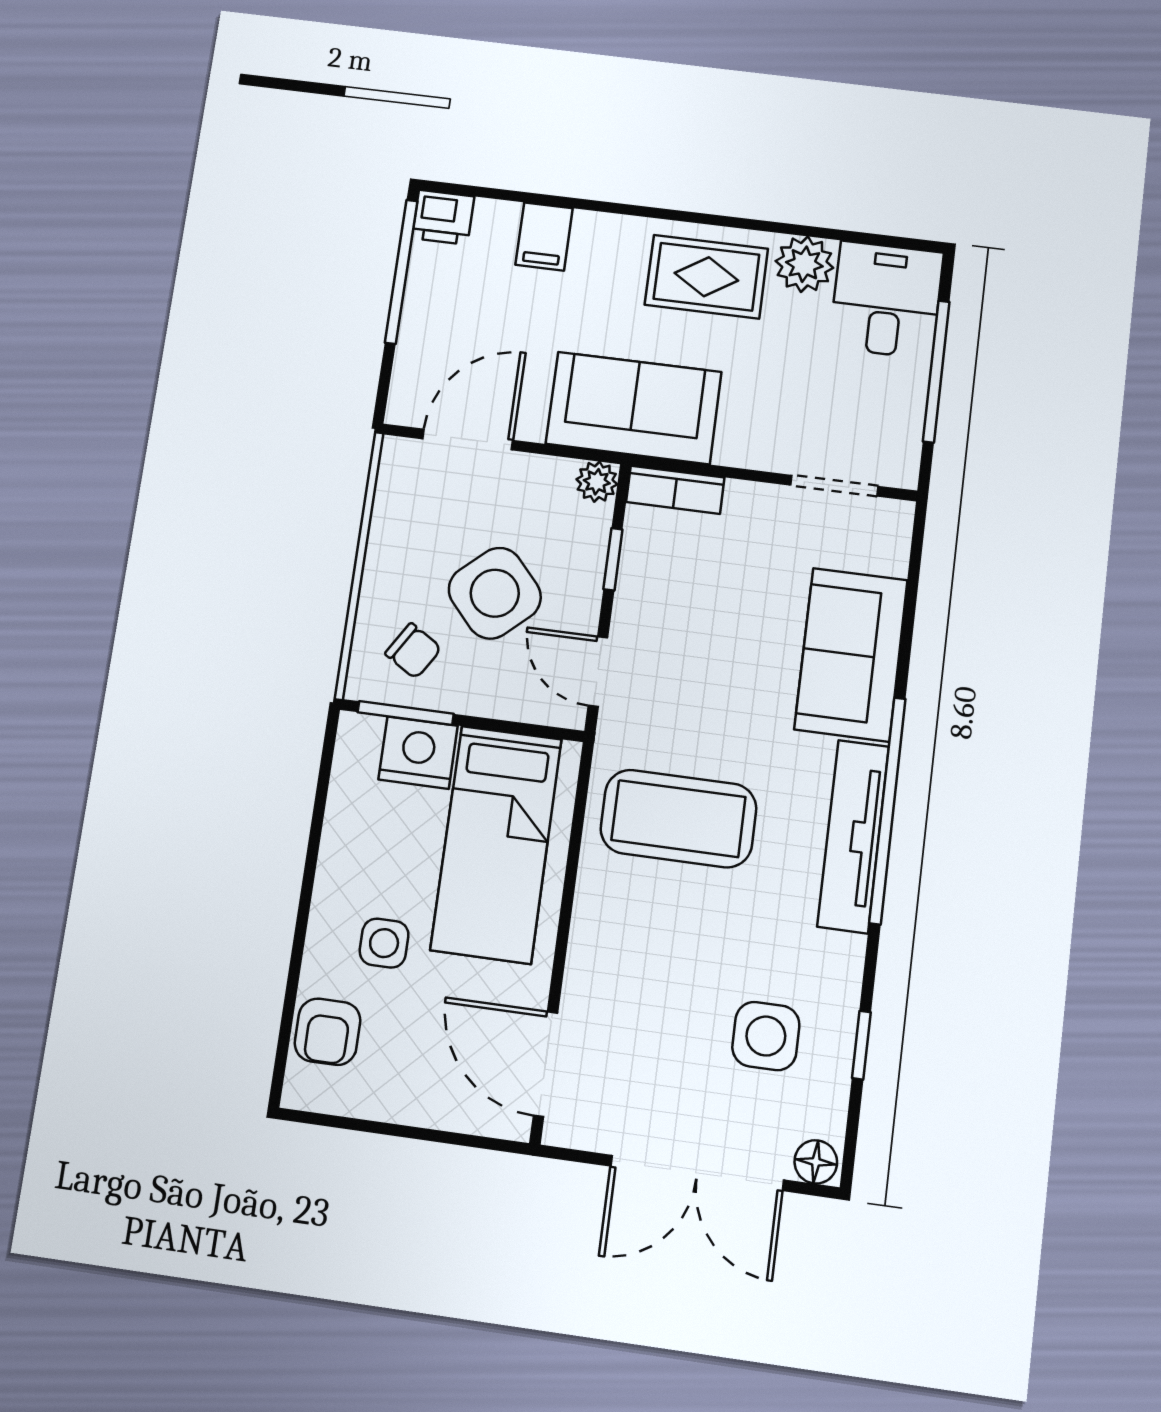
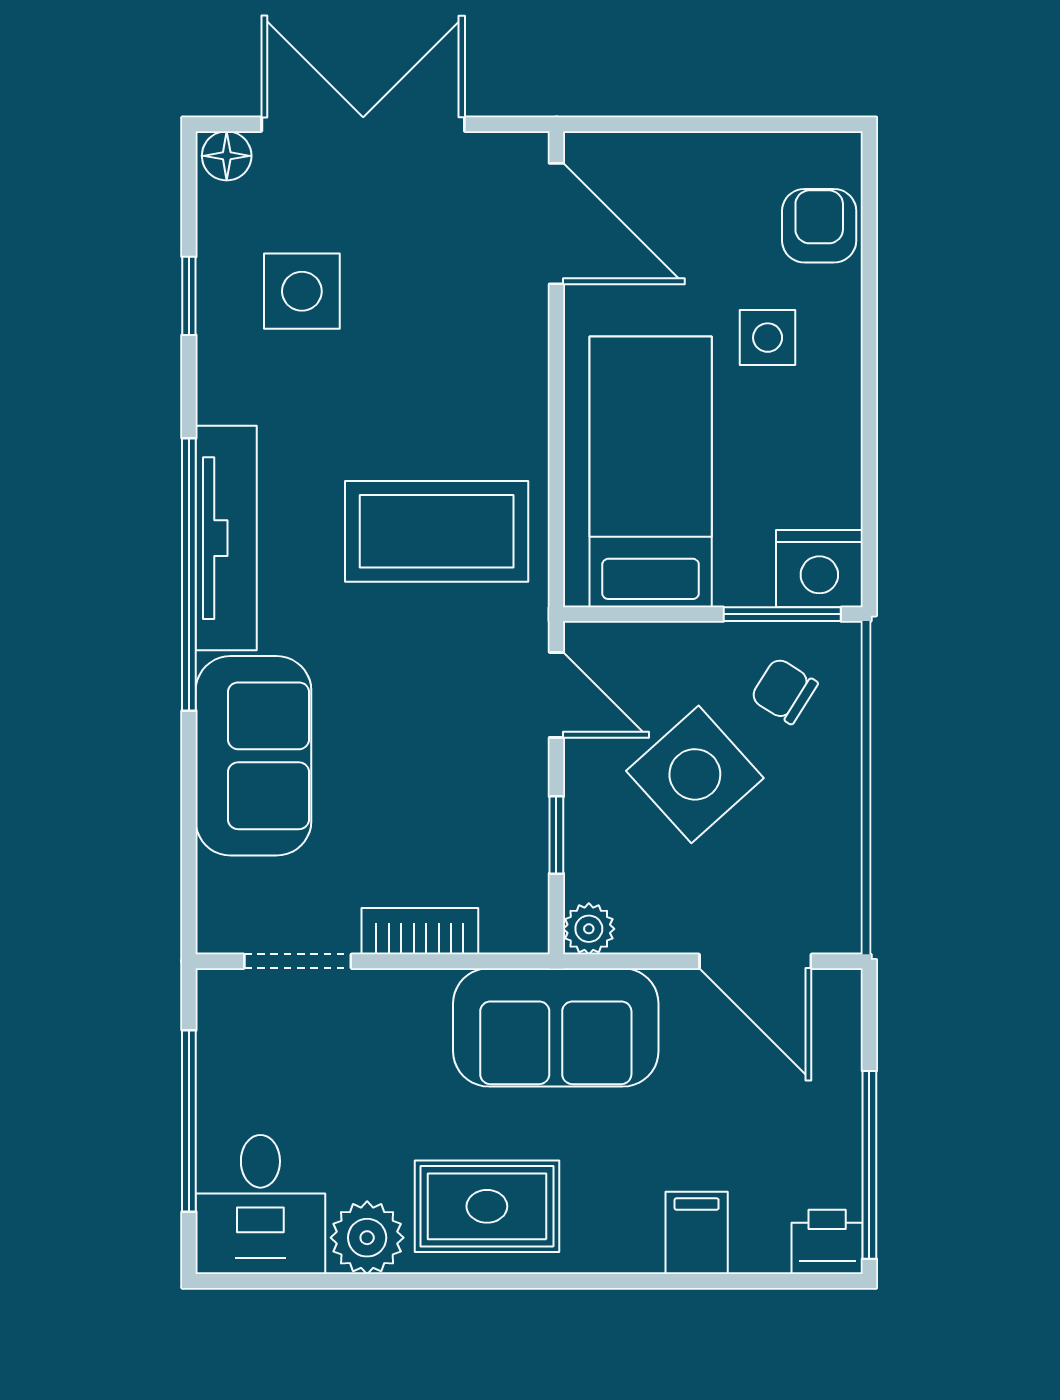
door: (468, 440) -> (755, 961), hinge flipped
bookcase: (675, 490) -> (420, 931), moved
nightstand: (418, 753) -> (819, 569), moved

